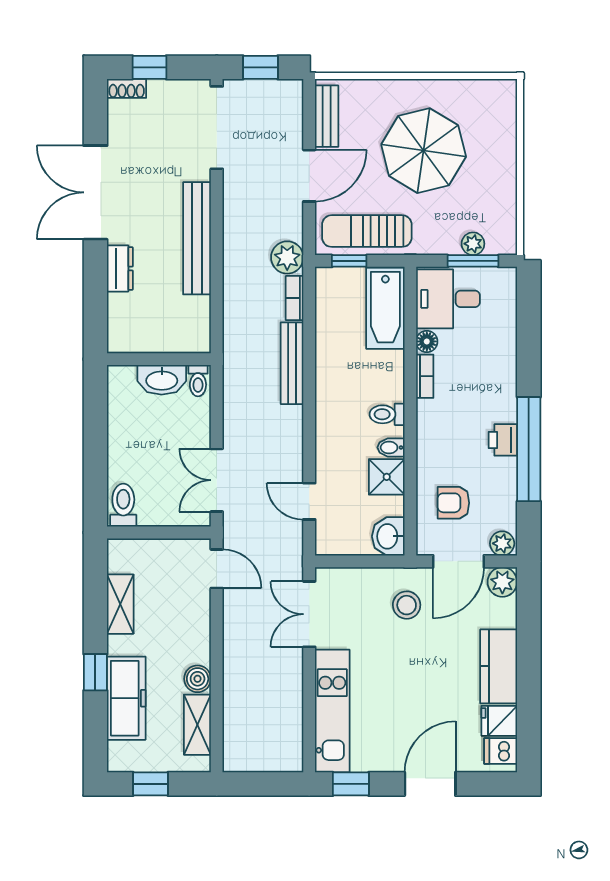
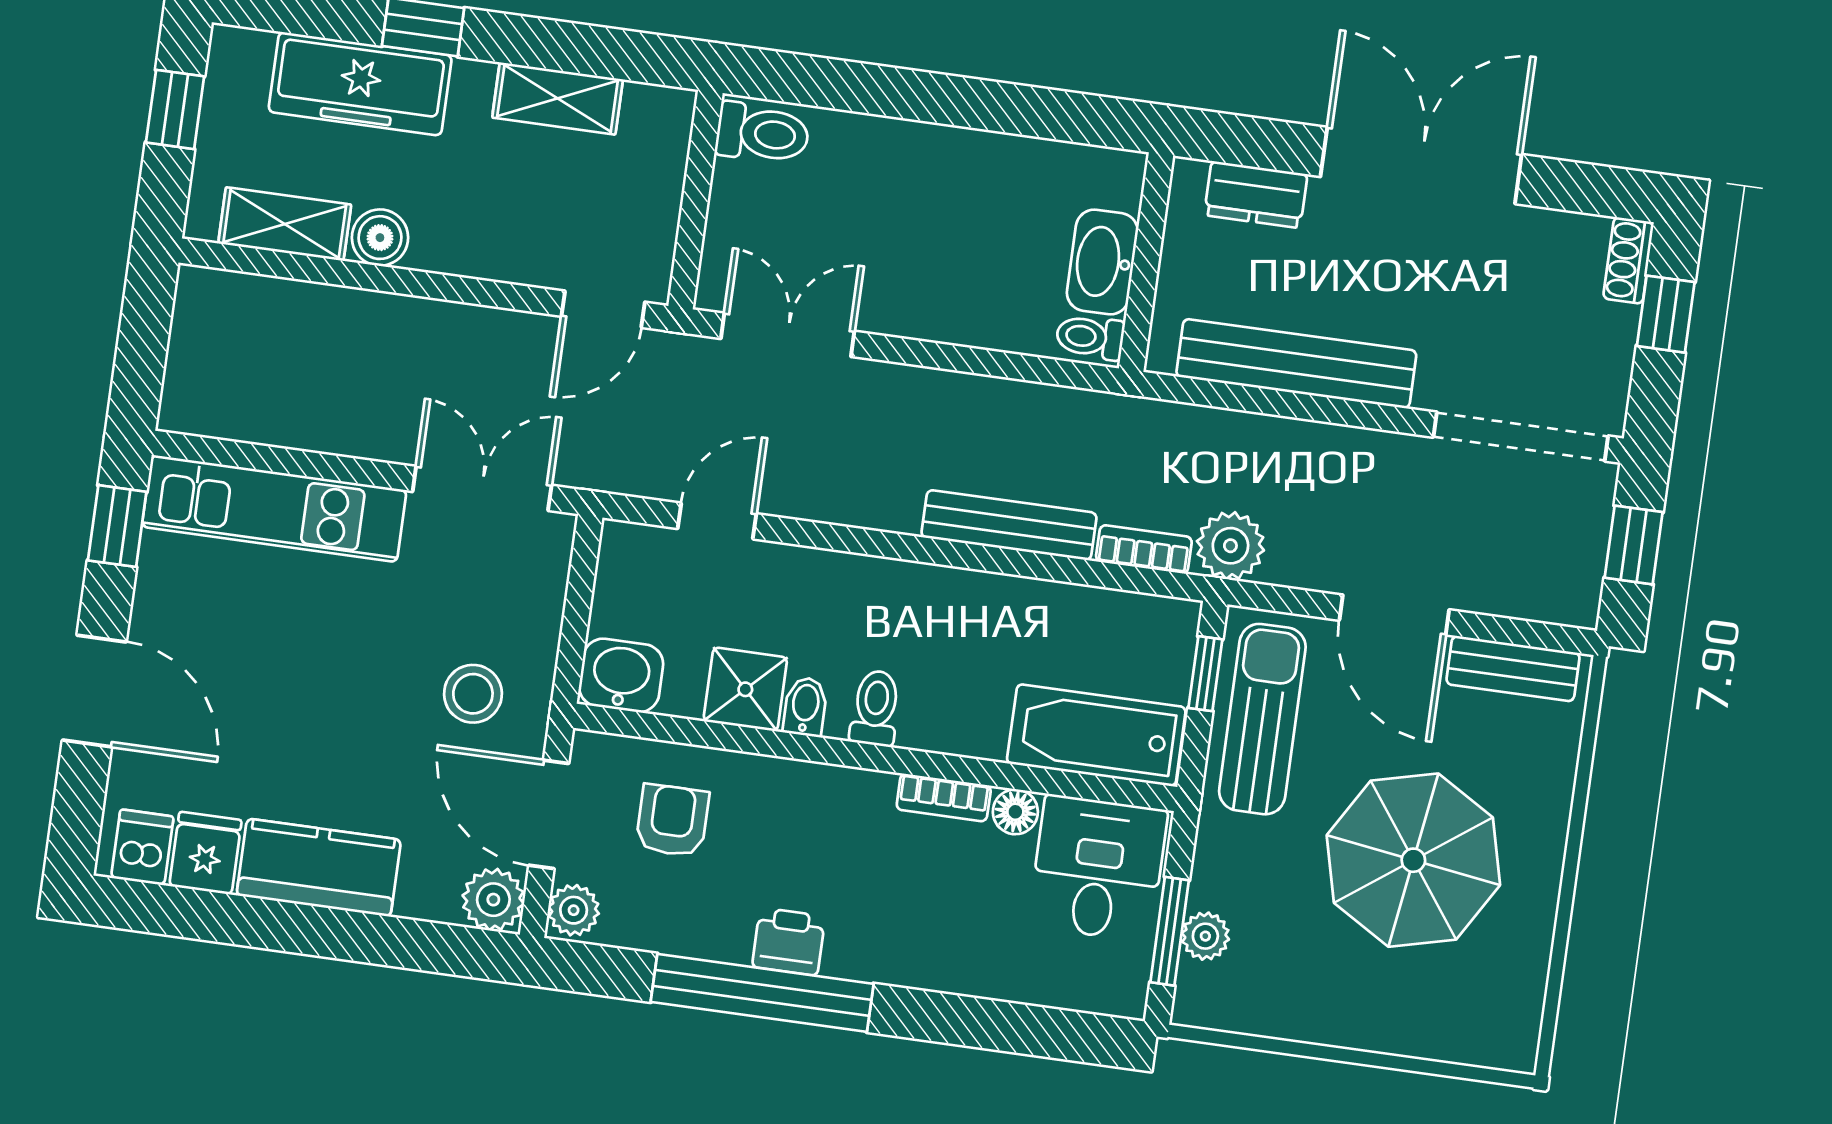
wall: (159, 359) -> (1146, 262), moved
washbasin: (162, 380) -> (1102, 262), moved
toilet: (198, 381) -> (1090, 337), moved

